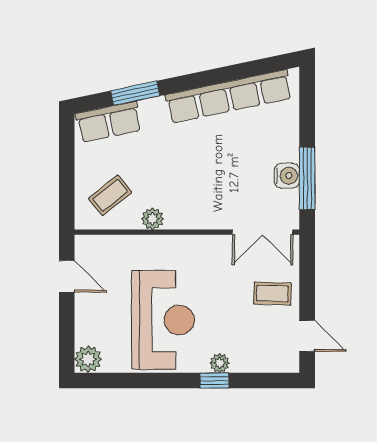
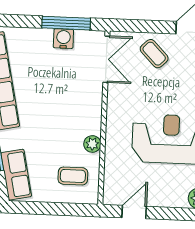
coffee table: (110, 195) -> (73, 176), turned -51
coffee table: (272, 294) -> (154, 54), turned -46

